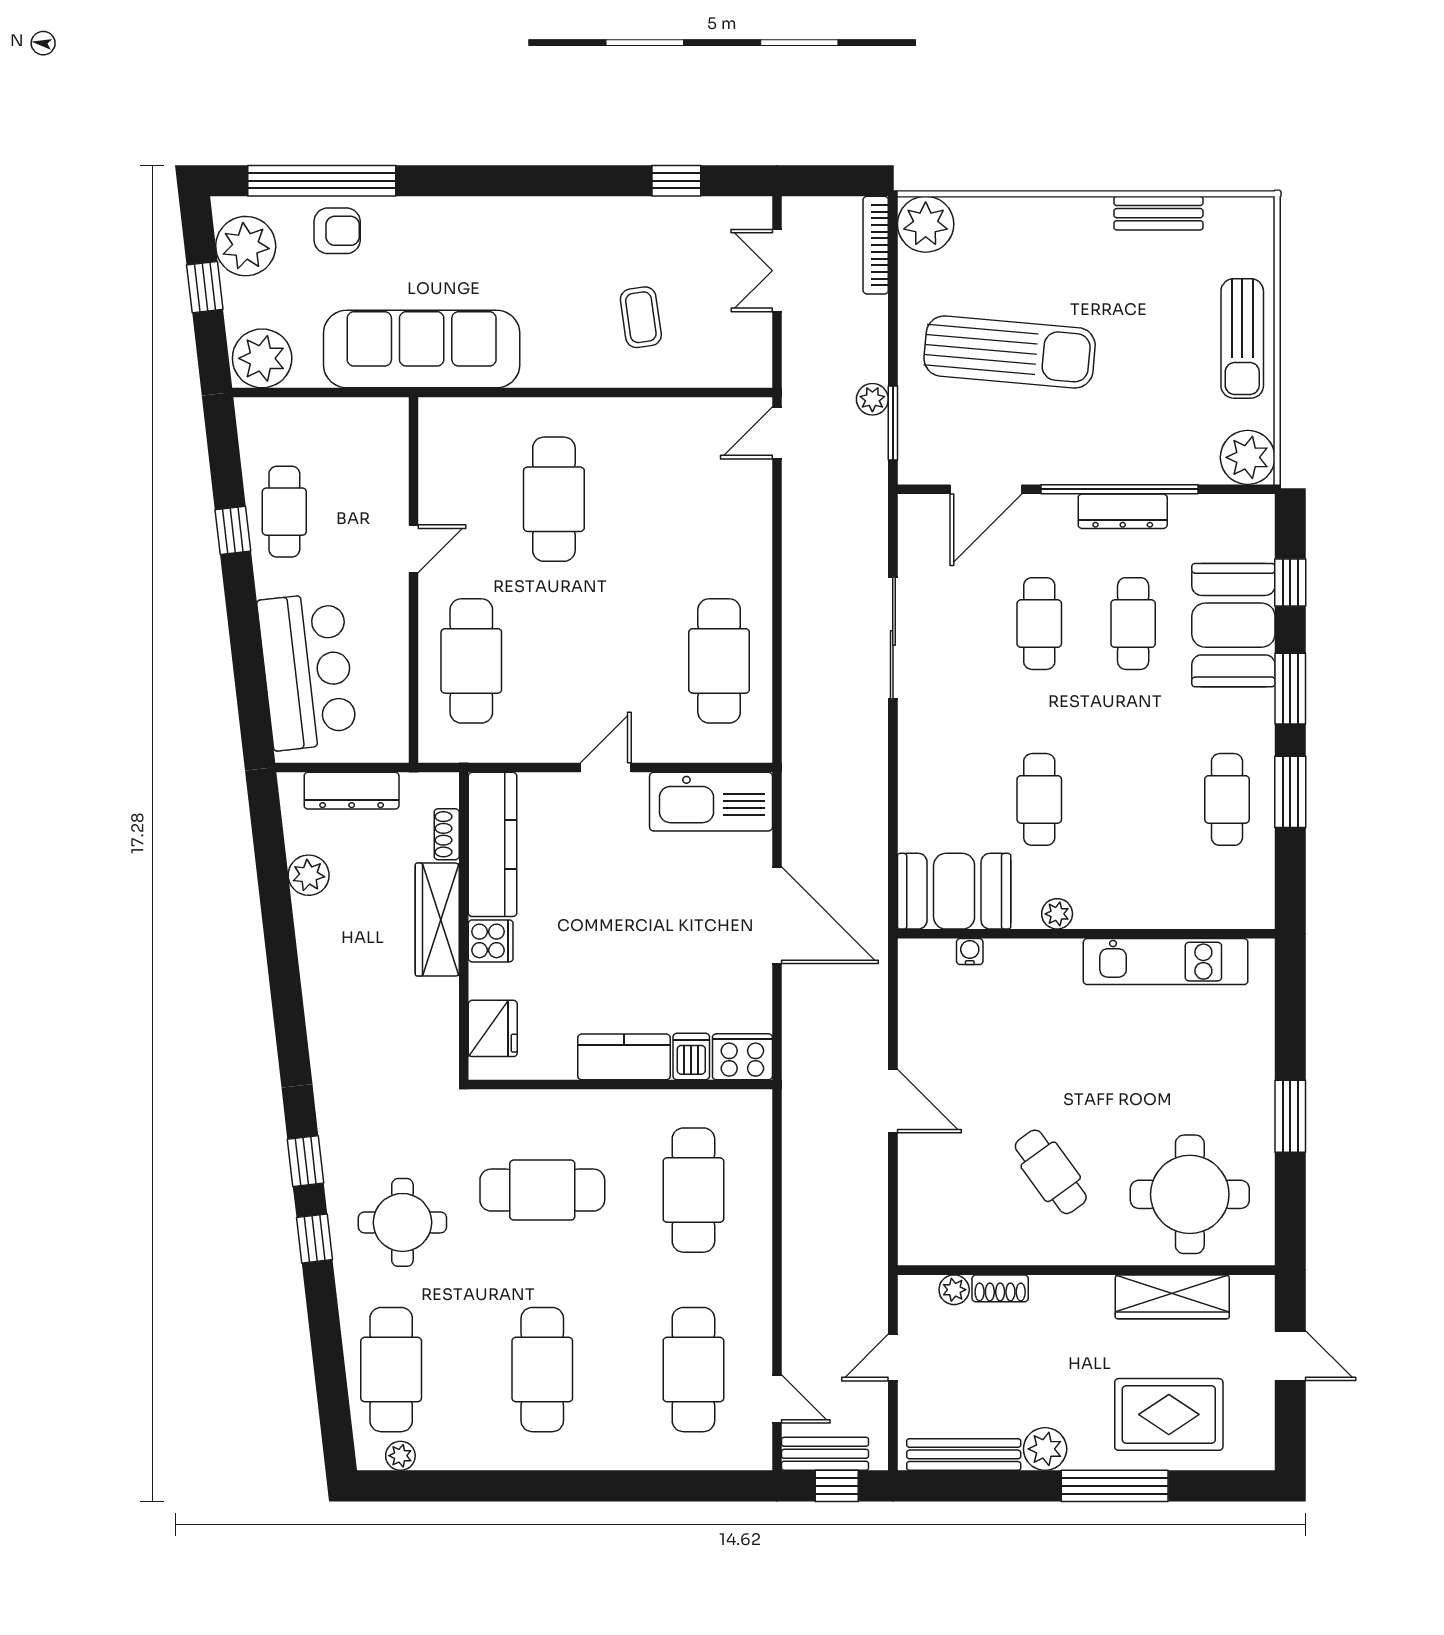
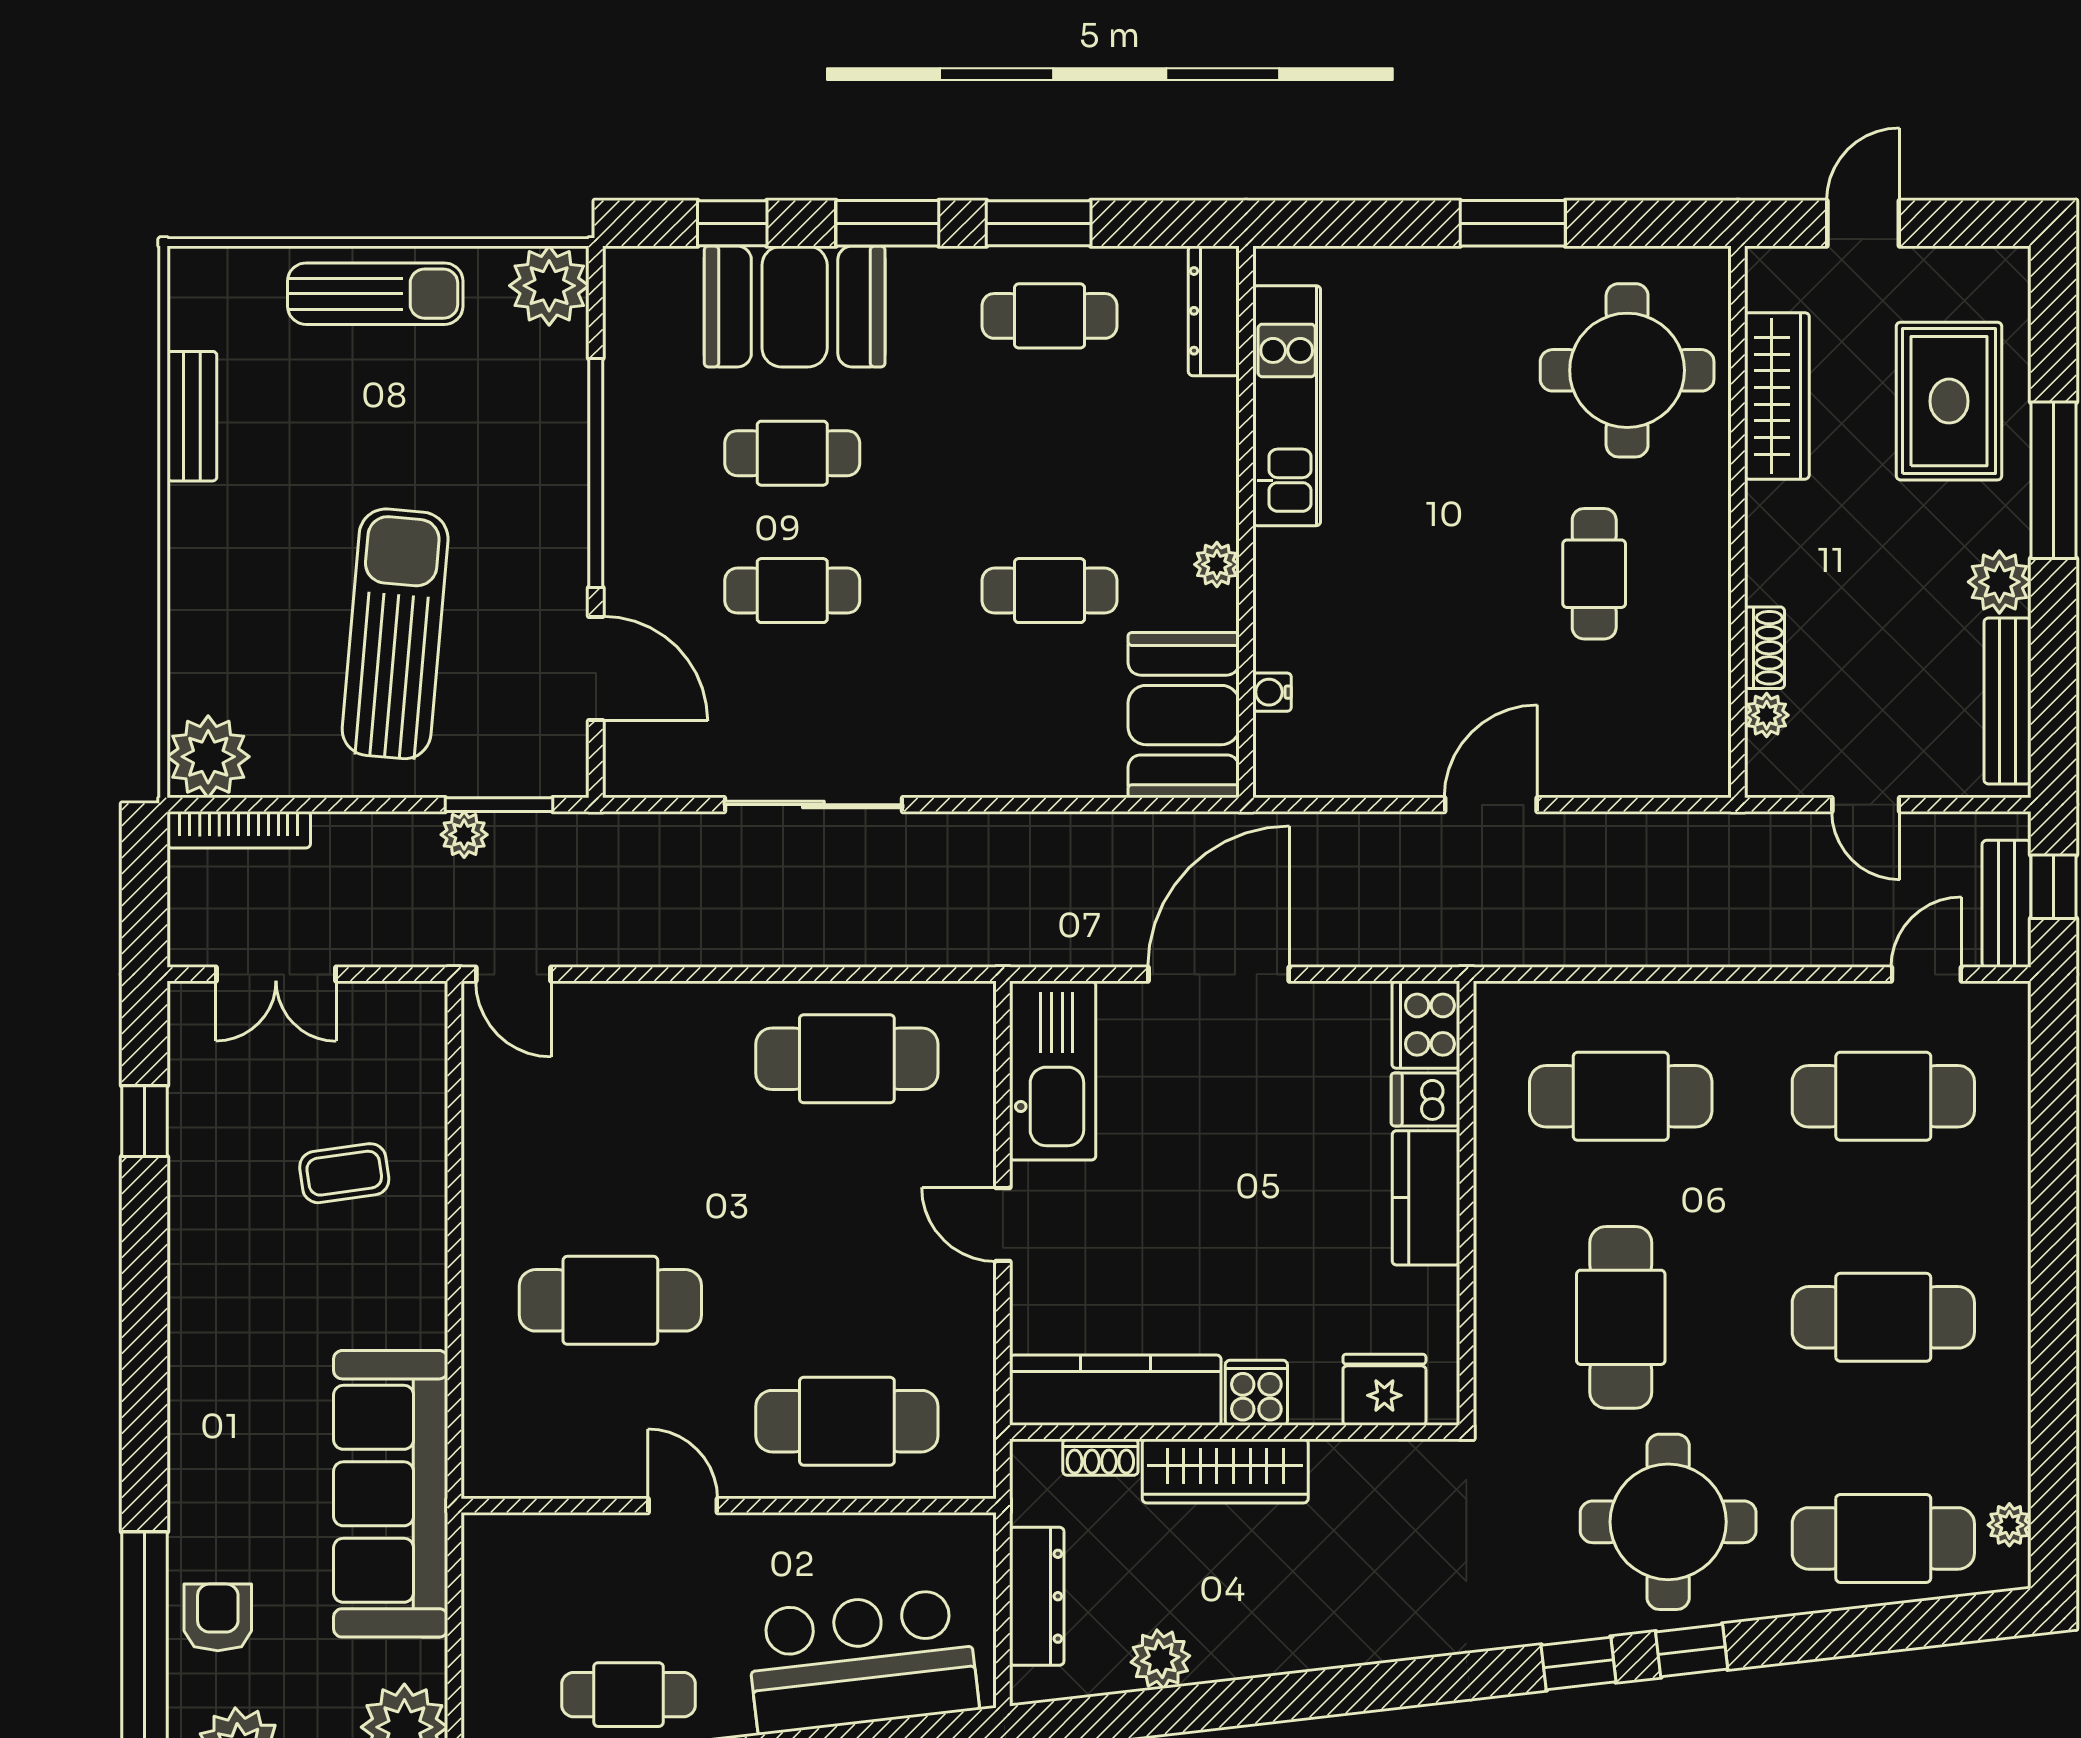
dresser: (1123, 511) -> (1214, 311), moved, turned 180
cafe table: (1051, 1172) -> (1594, 574), turned -54
round table: (402, 1222) -> (1668, 1522), width x1.36, depth x1.36

